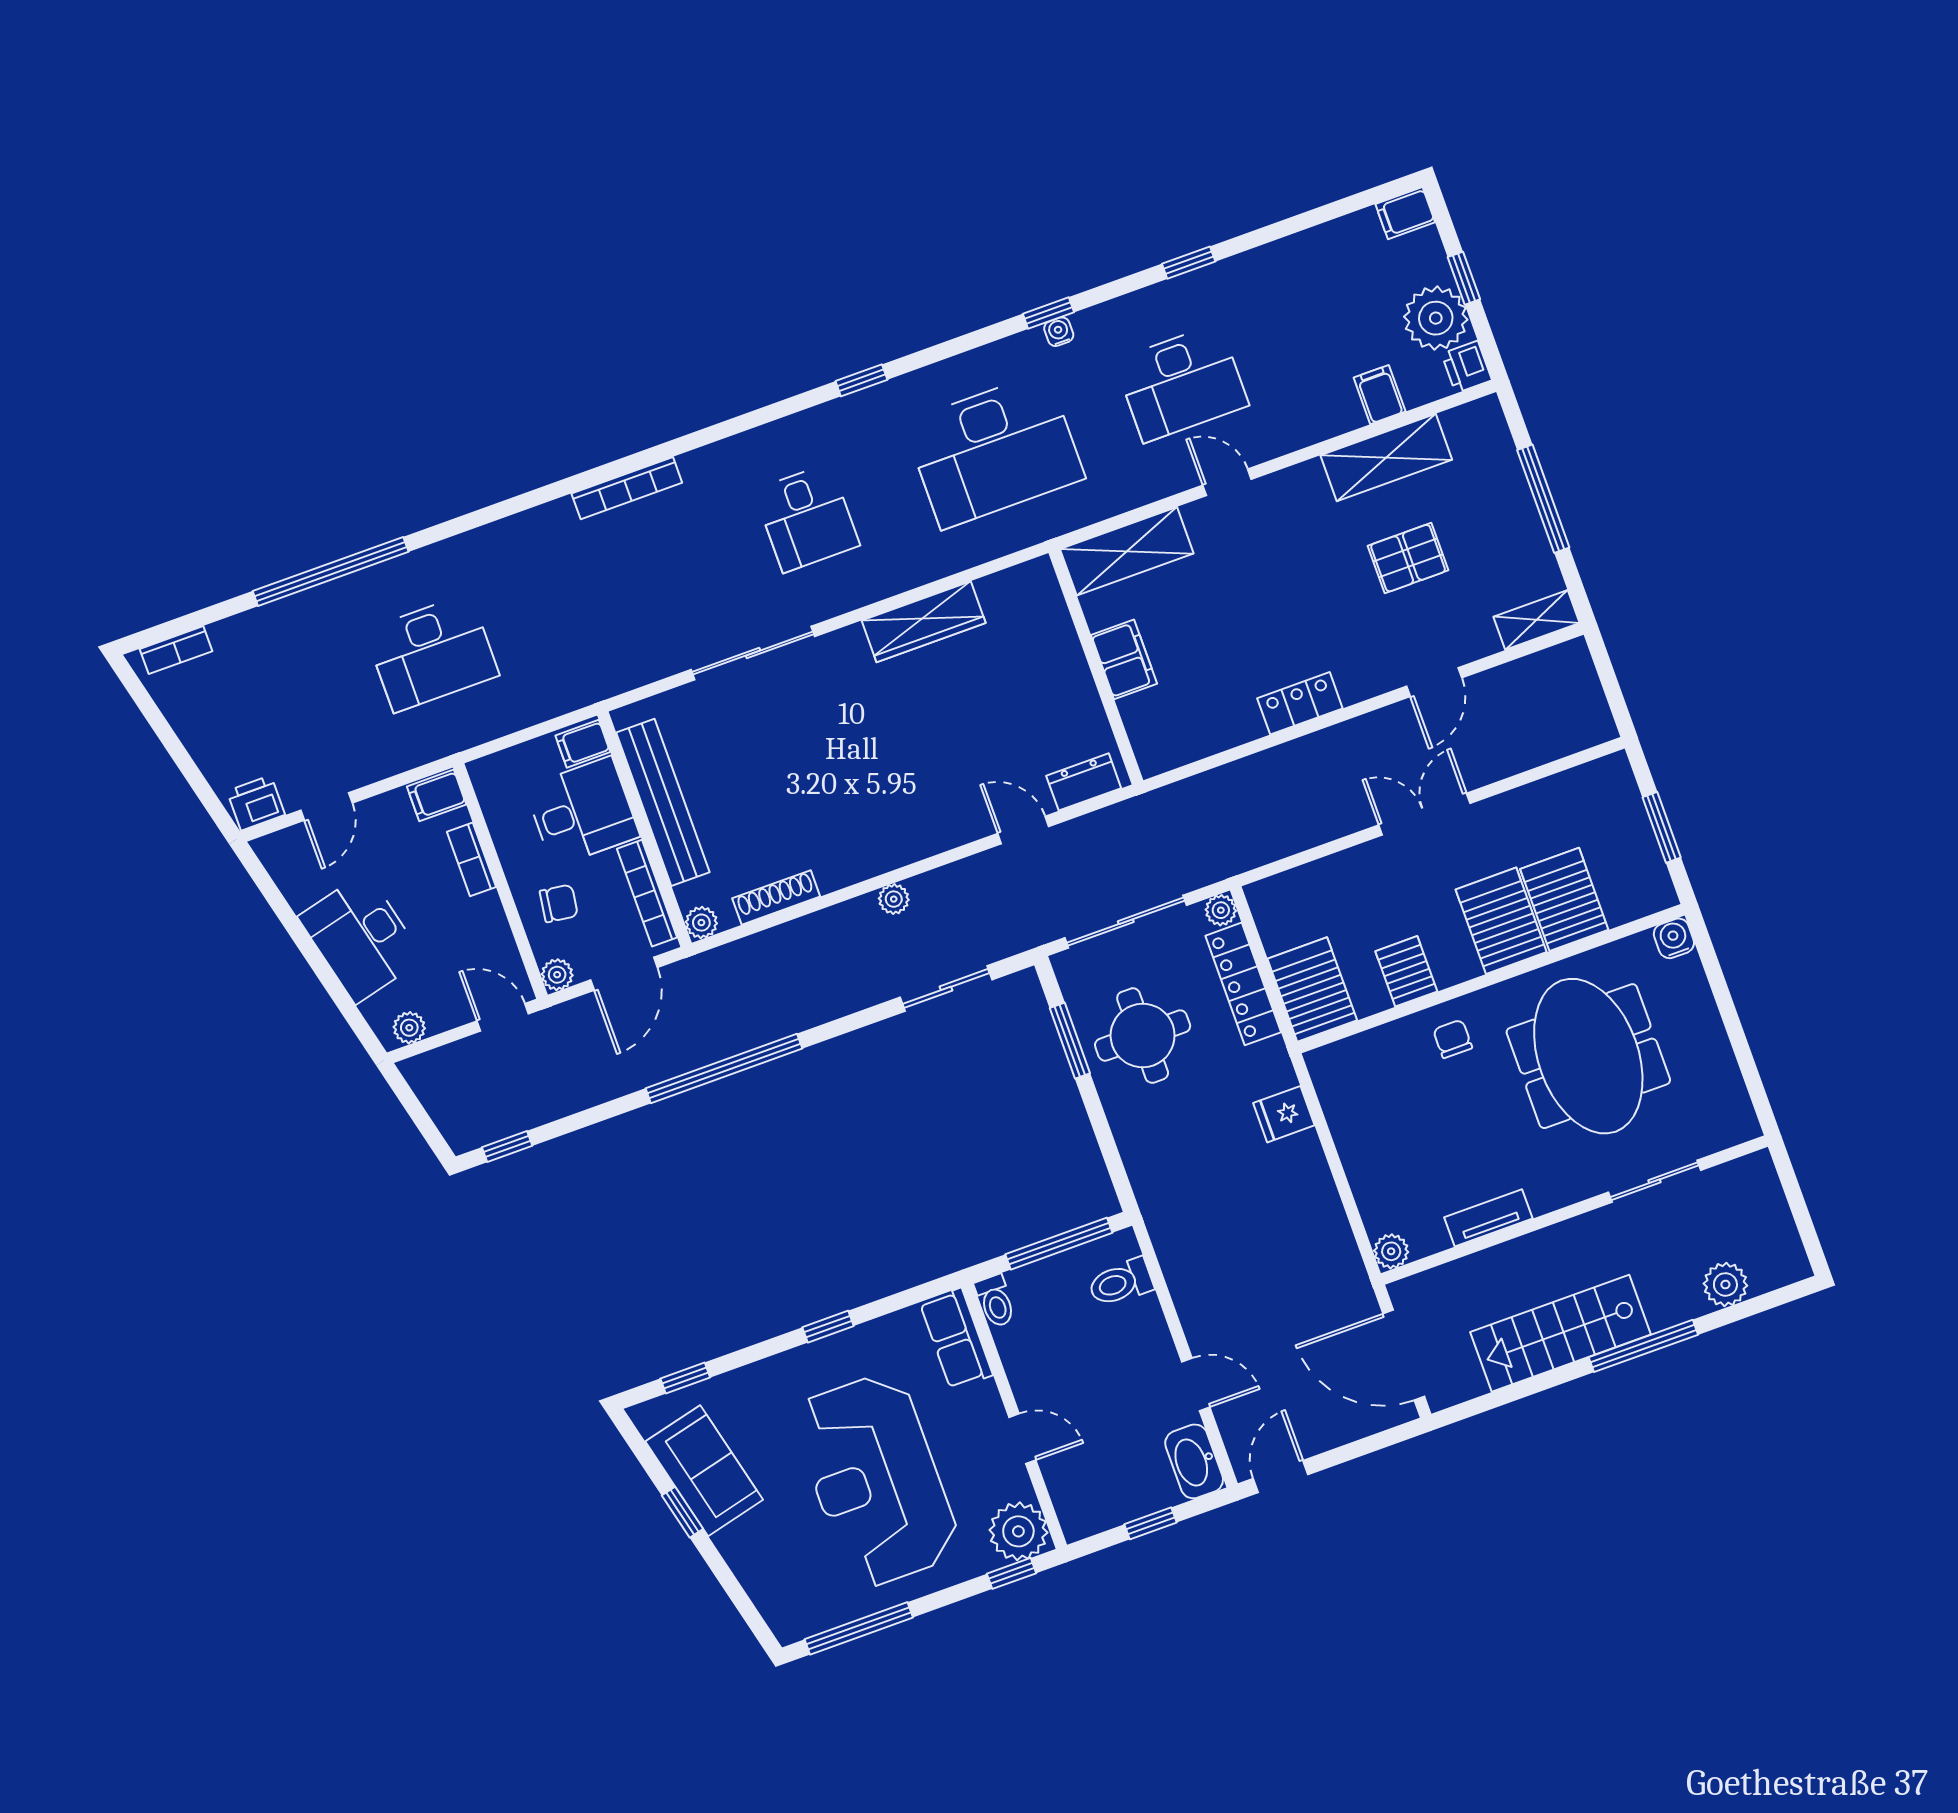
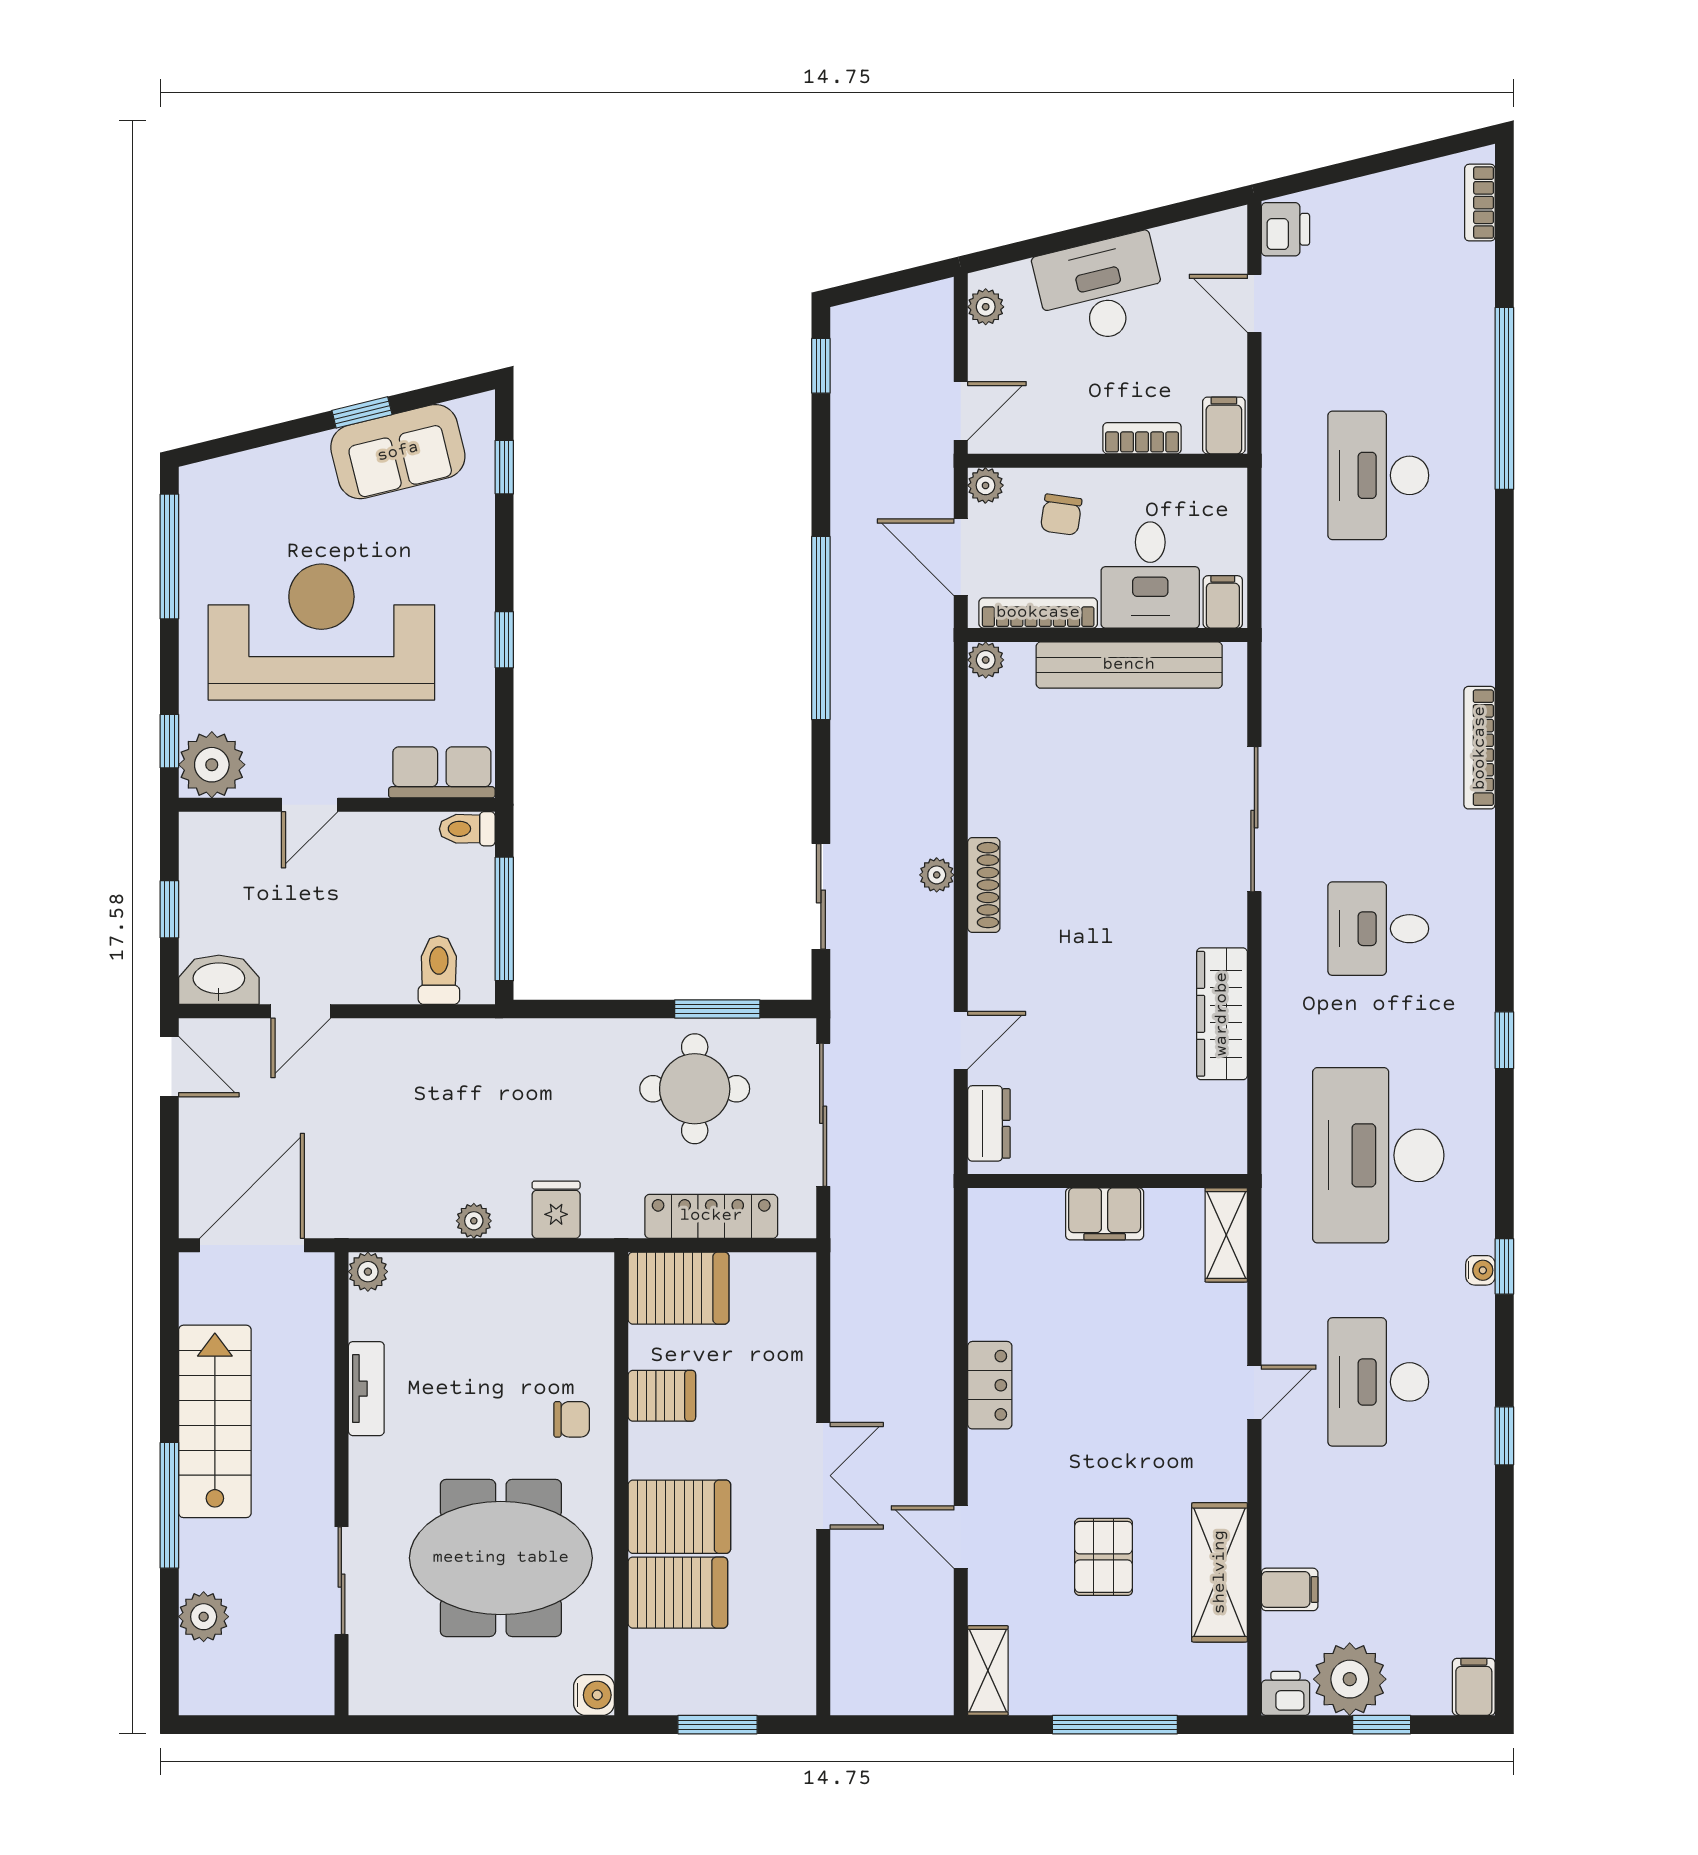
shelving: (1127, 551) -> (1226, 1235), width x0.67, depth x0.75
shoe rack: (776, 897) -> (984, 885), moved
plant: (1221, 910) -> (474, 1221), moved

